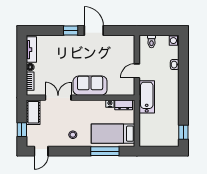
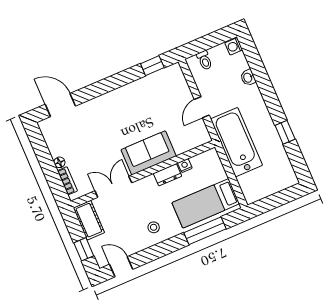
window: (71, 31) -> (152, 66), moved
door: (94, 31) -> (60, 105), moved
tv unit: (31, 50) -> (51, 139), removed
bathtub: (147, 97) -> (236, 142), width x1.36, depth x1.36
dresser: (124, 105) -> (168, 175), moved
window: (183, 132) -> (285, 132), moved
door: (41, 151) -> (121, 267), swing flipped

